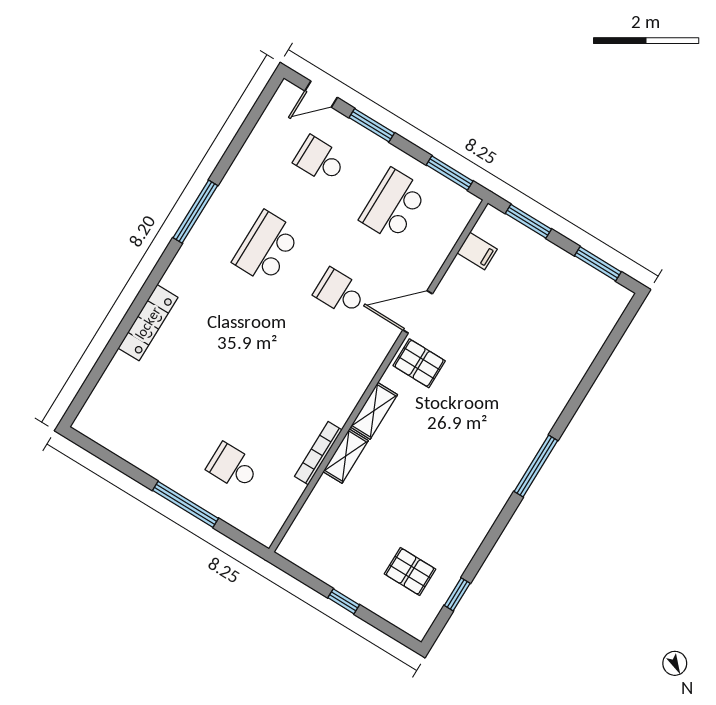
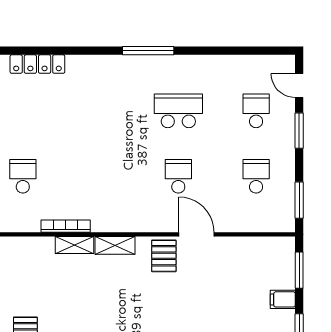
school desk: (393, 205) -> (256, 176), width x0.54
window: (195, 212) -> (148, 51), moved
filing cabinet: (477, 251) -> (283, 299), moved, turned 90
locker: (148, 323) -> (37, 64), moved

